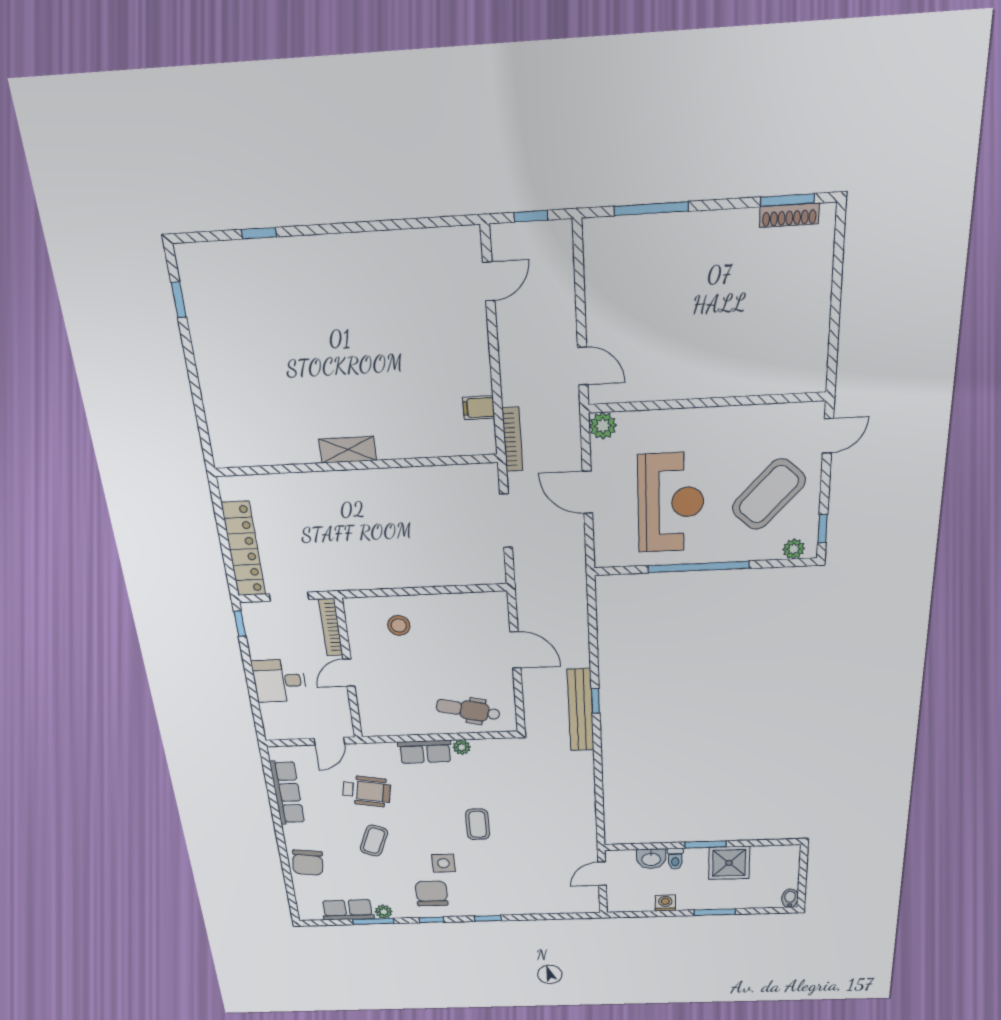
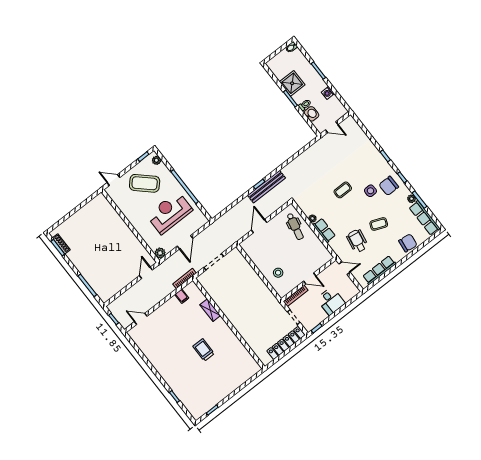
trolley: (330, 374) -> (204, 350), added
shelving: (348, 450) -> (210, 310), moved
row of seats: (348, 910) -> (424, 218), width x1.48

